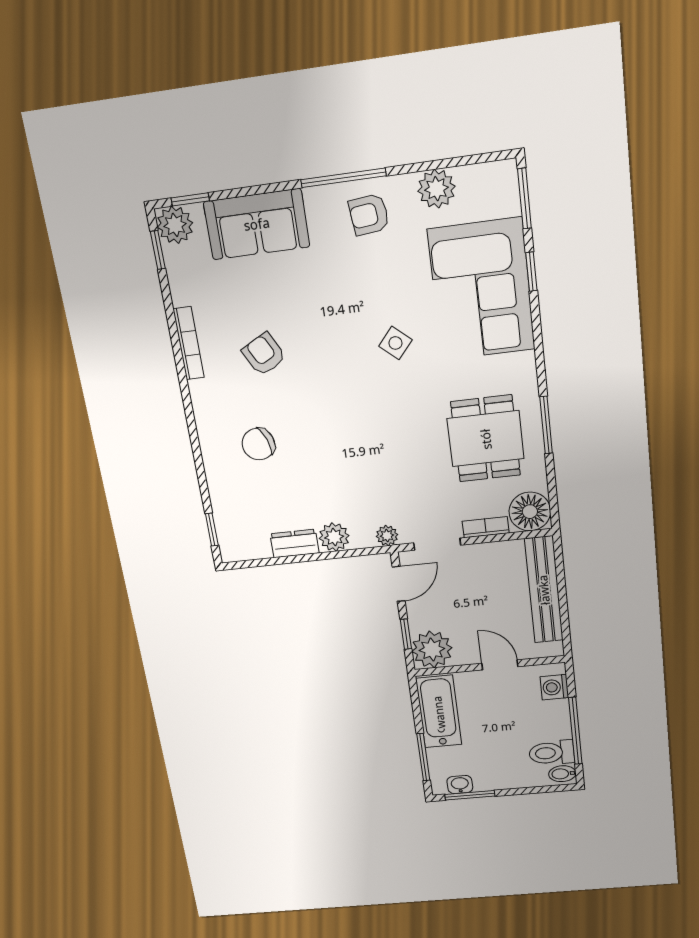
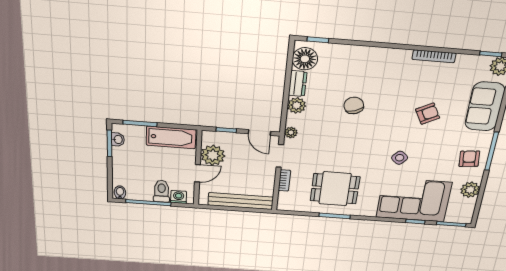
armchair: (264, 354) -> (428, 114), moved
chair: (258, 444) -> (354, 105), moved
floor lamp: (530, 512) -> (305, 59), moved
plant: (432, 650) -> (213, 155), moved
toilet: (552, 753) -> (162, 191), moved

